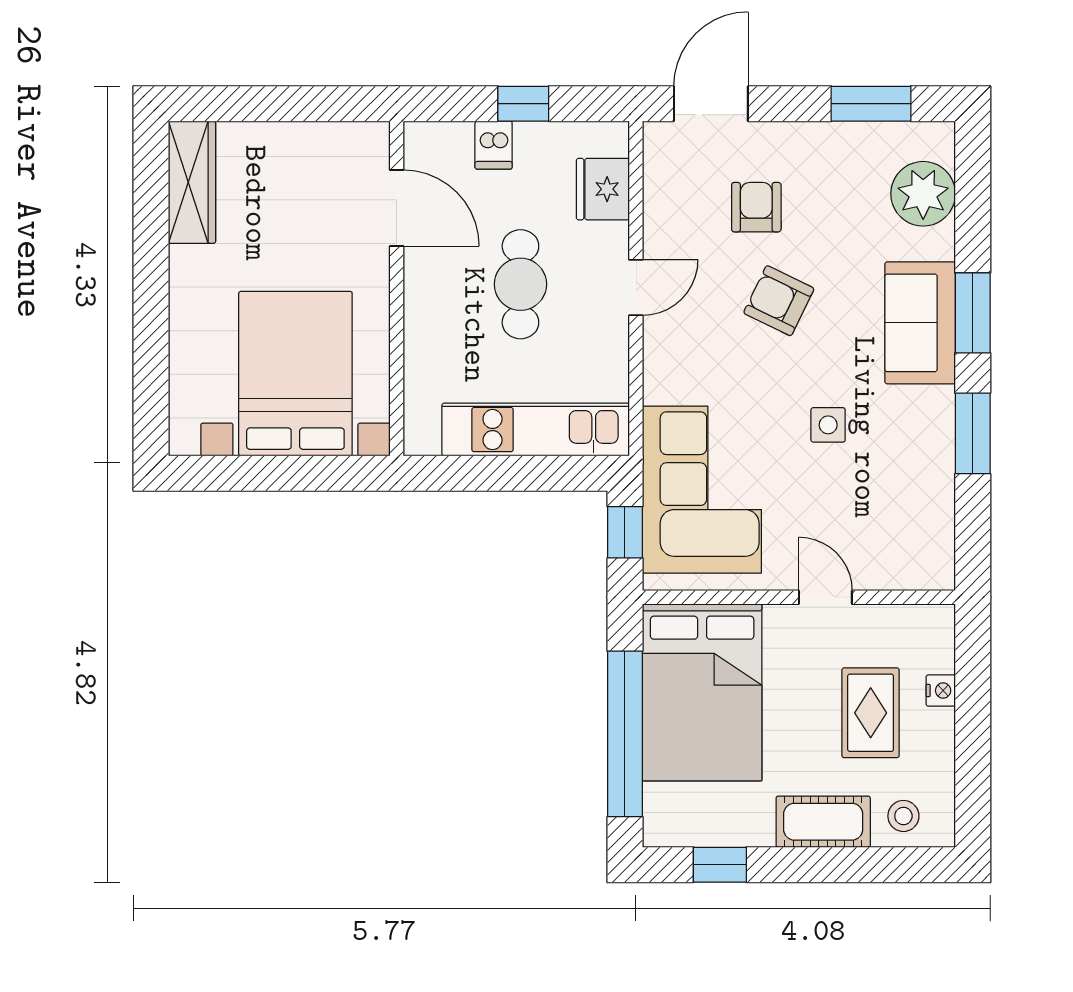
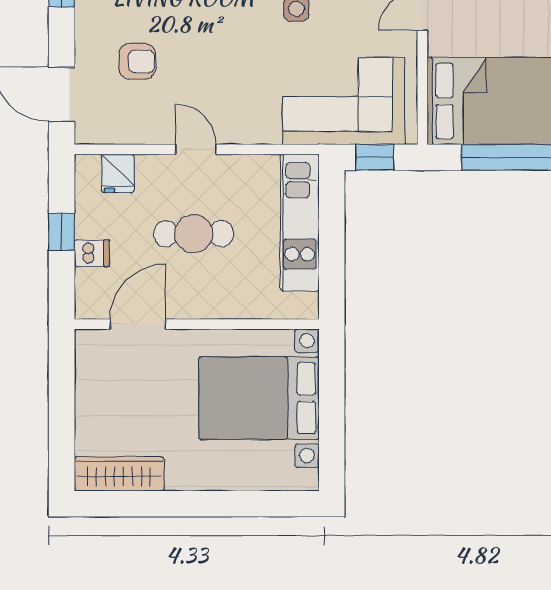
fridge: (603, 189) -> (118, 173), width x0.72
armchair: (756, 207) -> (137, 61), turned 180
armchair: (779, 301) -> (206, 45), removed

